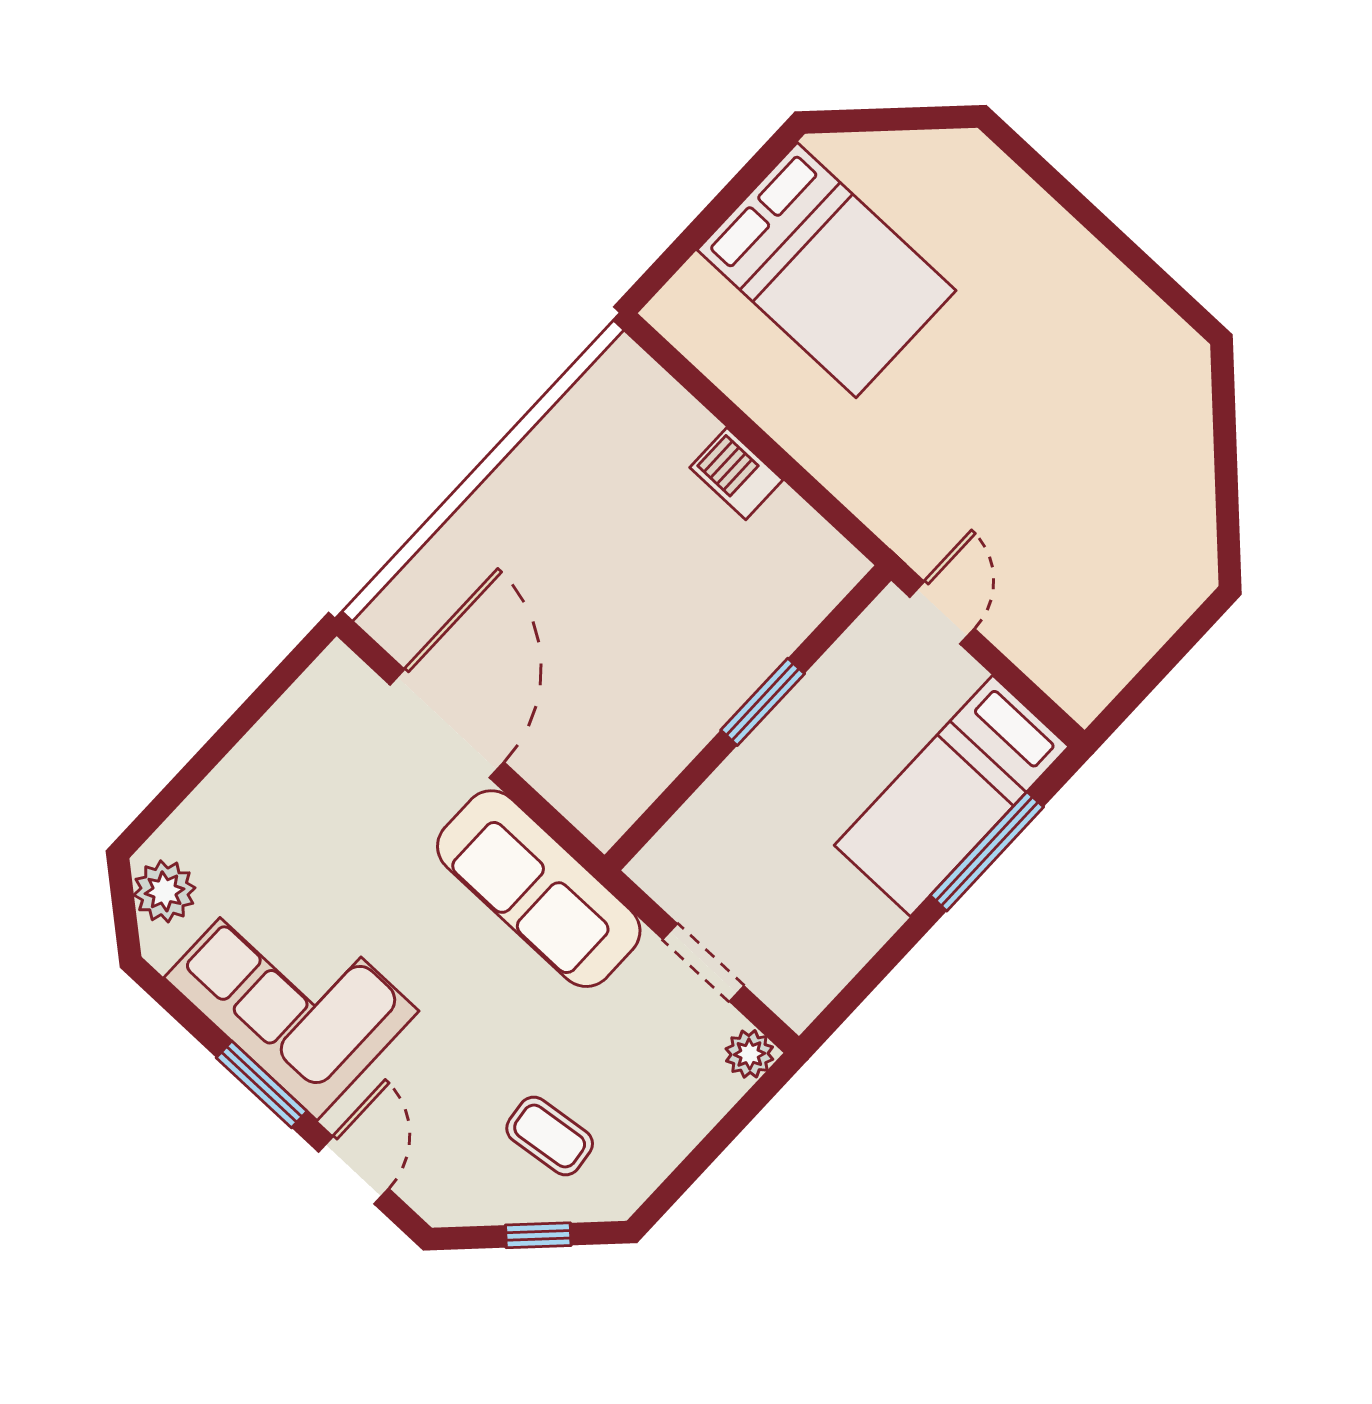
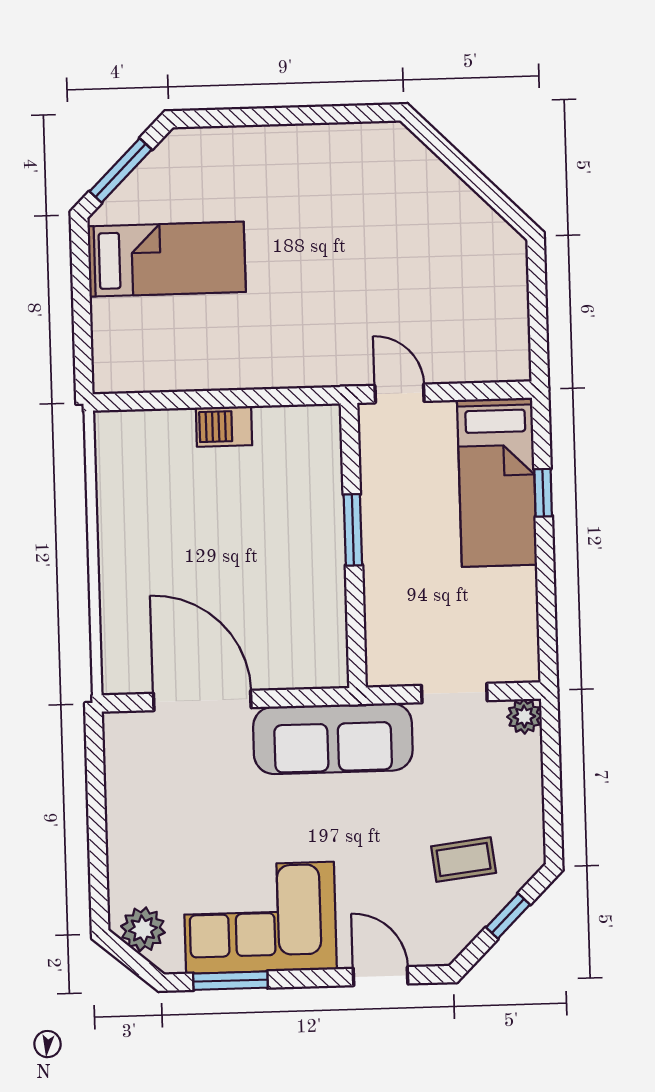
window: (885, 120) -> (121, 170), added
bed: (827, 270) -> (167, 259), width x0.67
window: (987, 851) -> (543, 493), width x0.46
window: (262, 1084) -> (230, 981), moved

